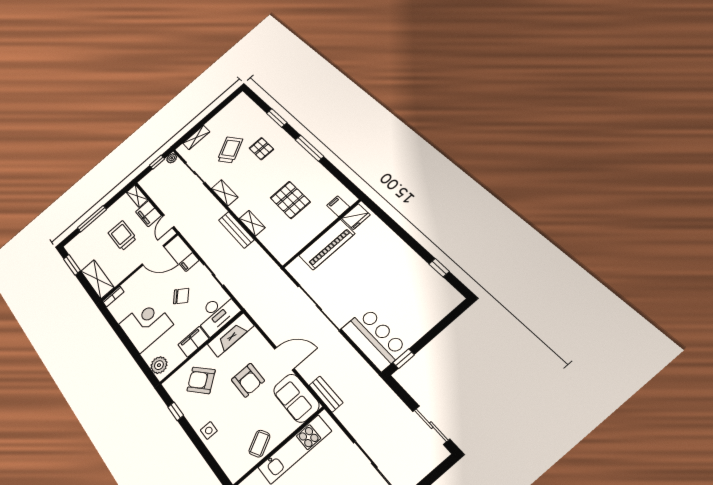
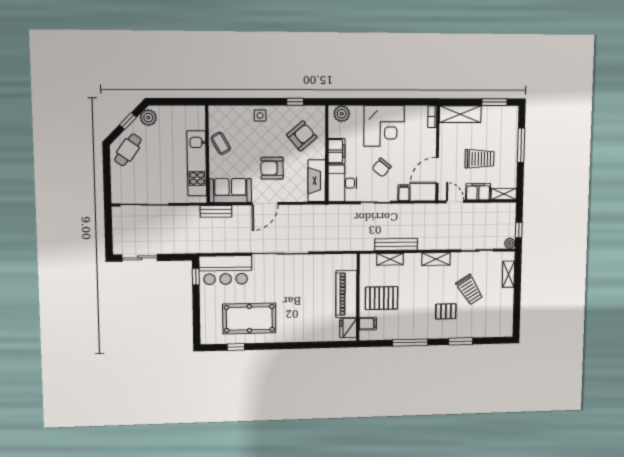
filing cabinet: (338, 206) -> (368, 324), moved
fridge: (356, 217) -> (348, 328), moved
wall: (322, 233) -> (358, 297), moved
piano: (327, 244) -> (346, 294), moved
pool table: (401, 280) -> (249, 318), added

